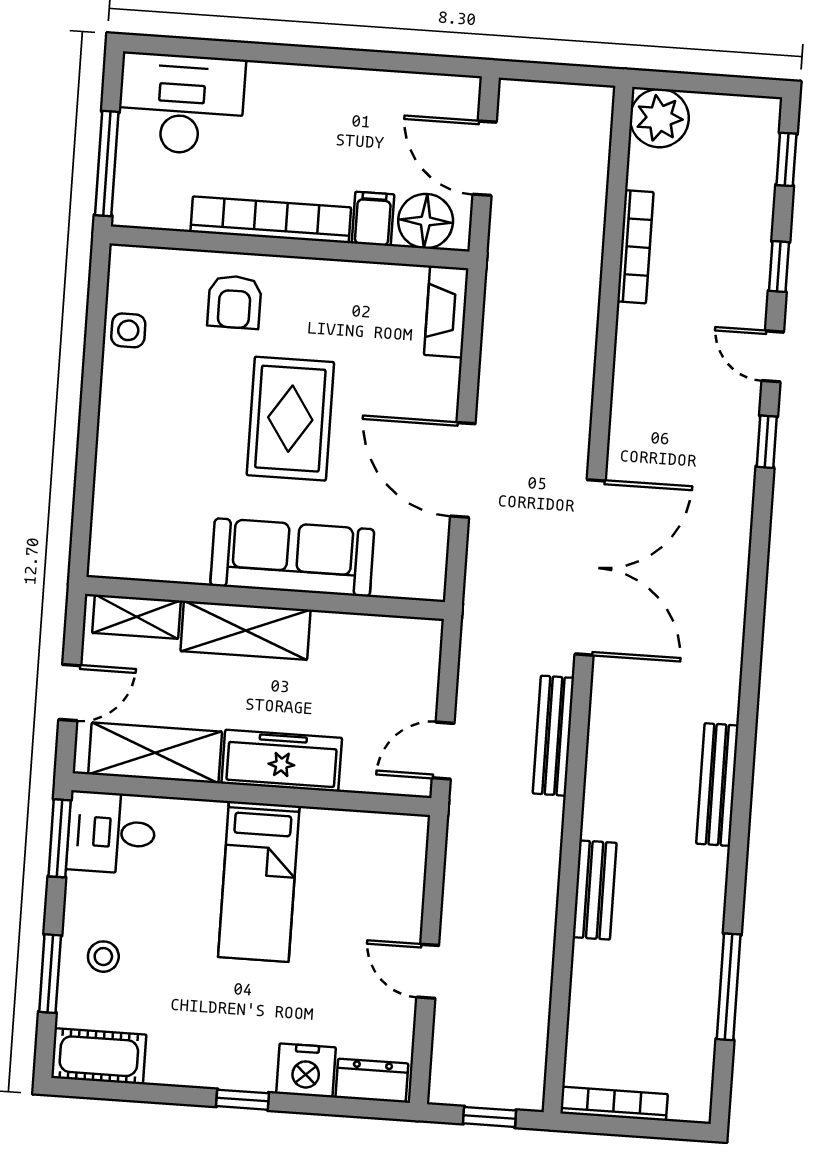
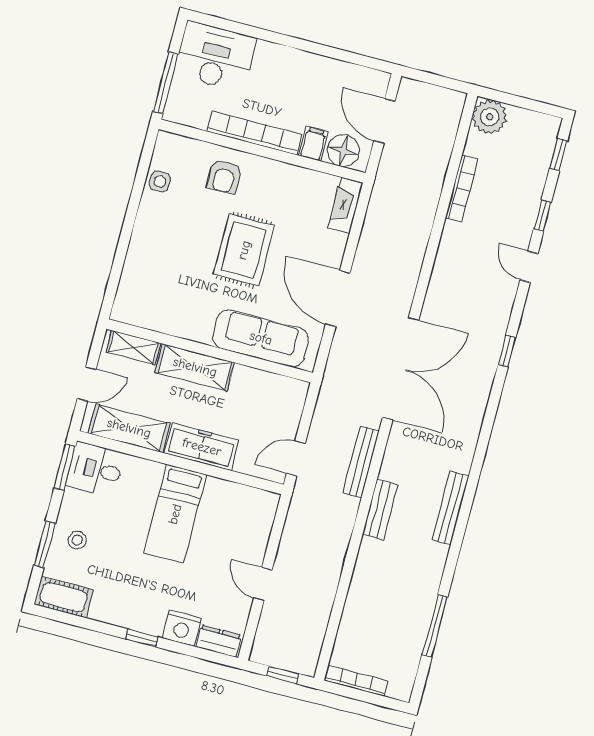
window: (767, 442) -> (507, 351), moved
sofa: (292, 557) -> (261, 338), moved
bench: (595, 890) -> (380, 509), moved

